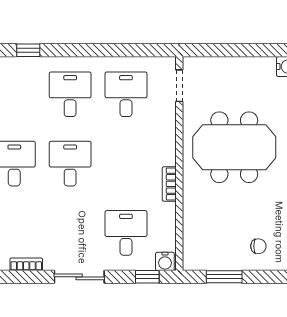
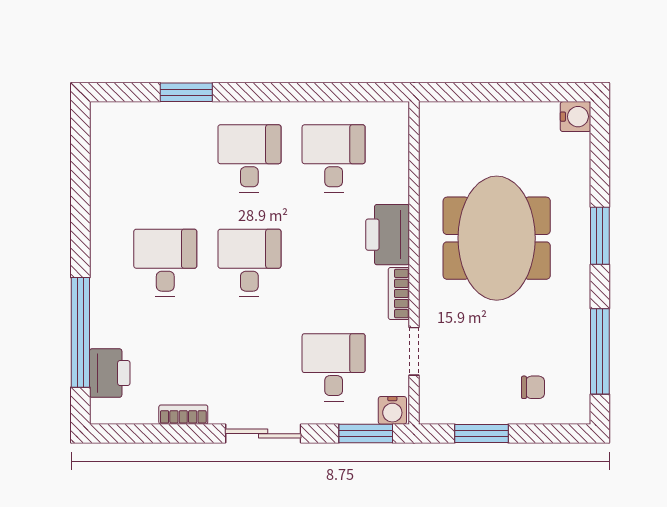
window: (28, 50) -> (186, 92), width x1.50
doorway: (179, 86) -> (414, 351), moved
printer: (162, 145) -> (388, 235), added
meeting table: (234, 147) -> (497, 238), turned 90
window: (147, 277) -> (366, 434), width x1.50

